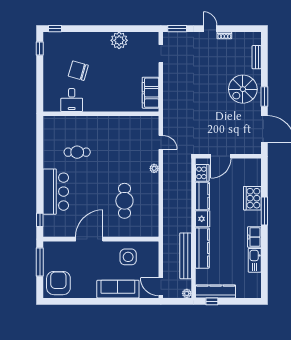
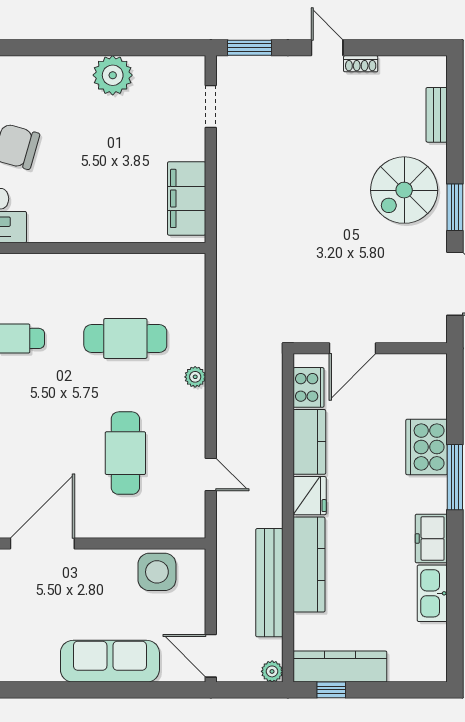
door: (161, 142) -> (211, 474), moved
cafe table: (124, 152) -> (125, 338), added
side table: (128, 257) -> (157, 572), moved

